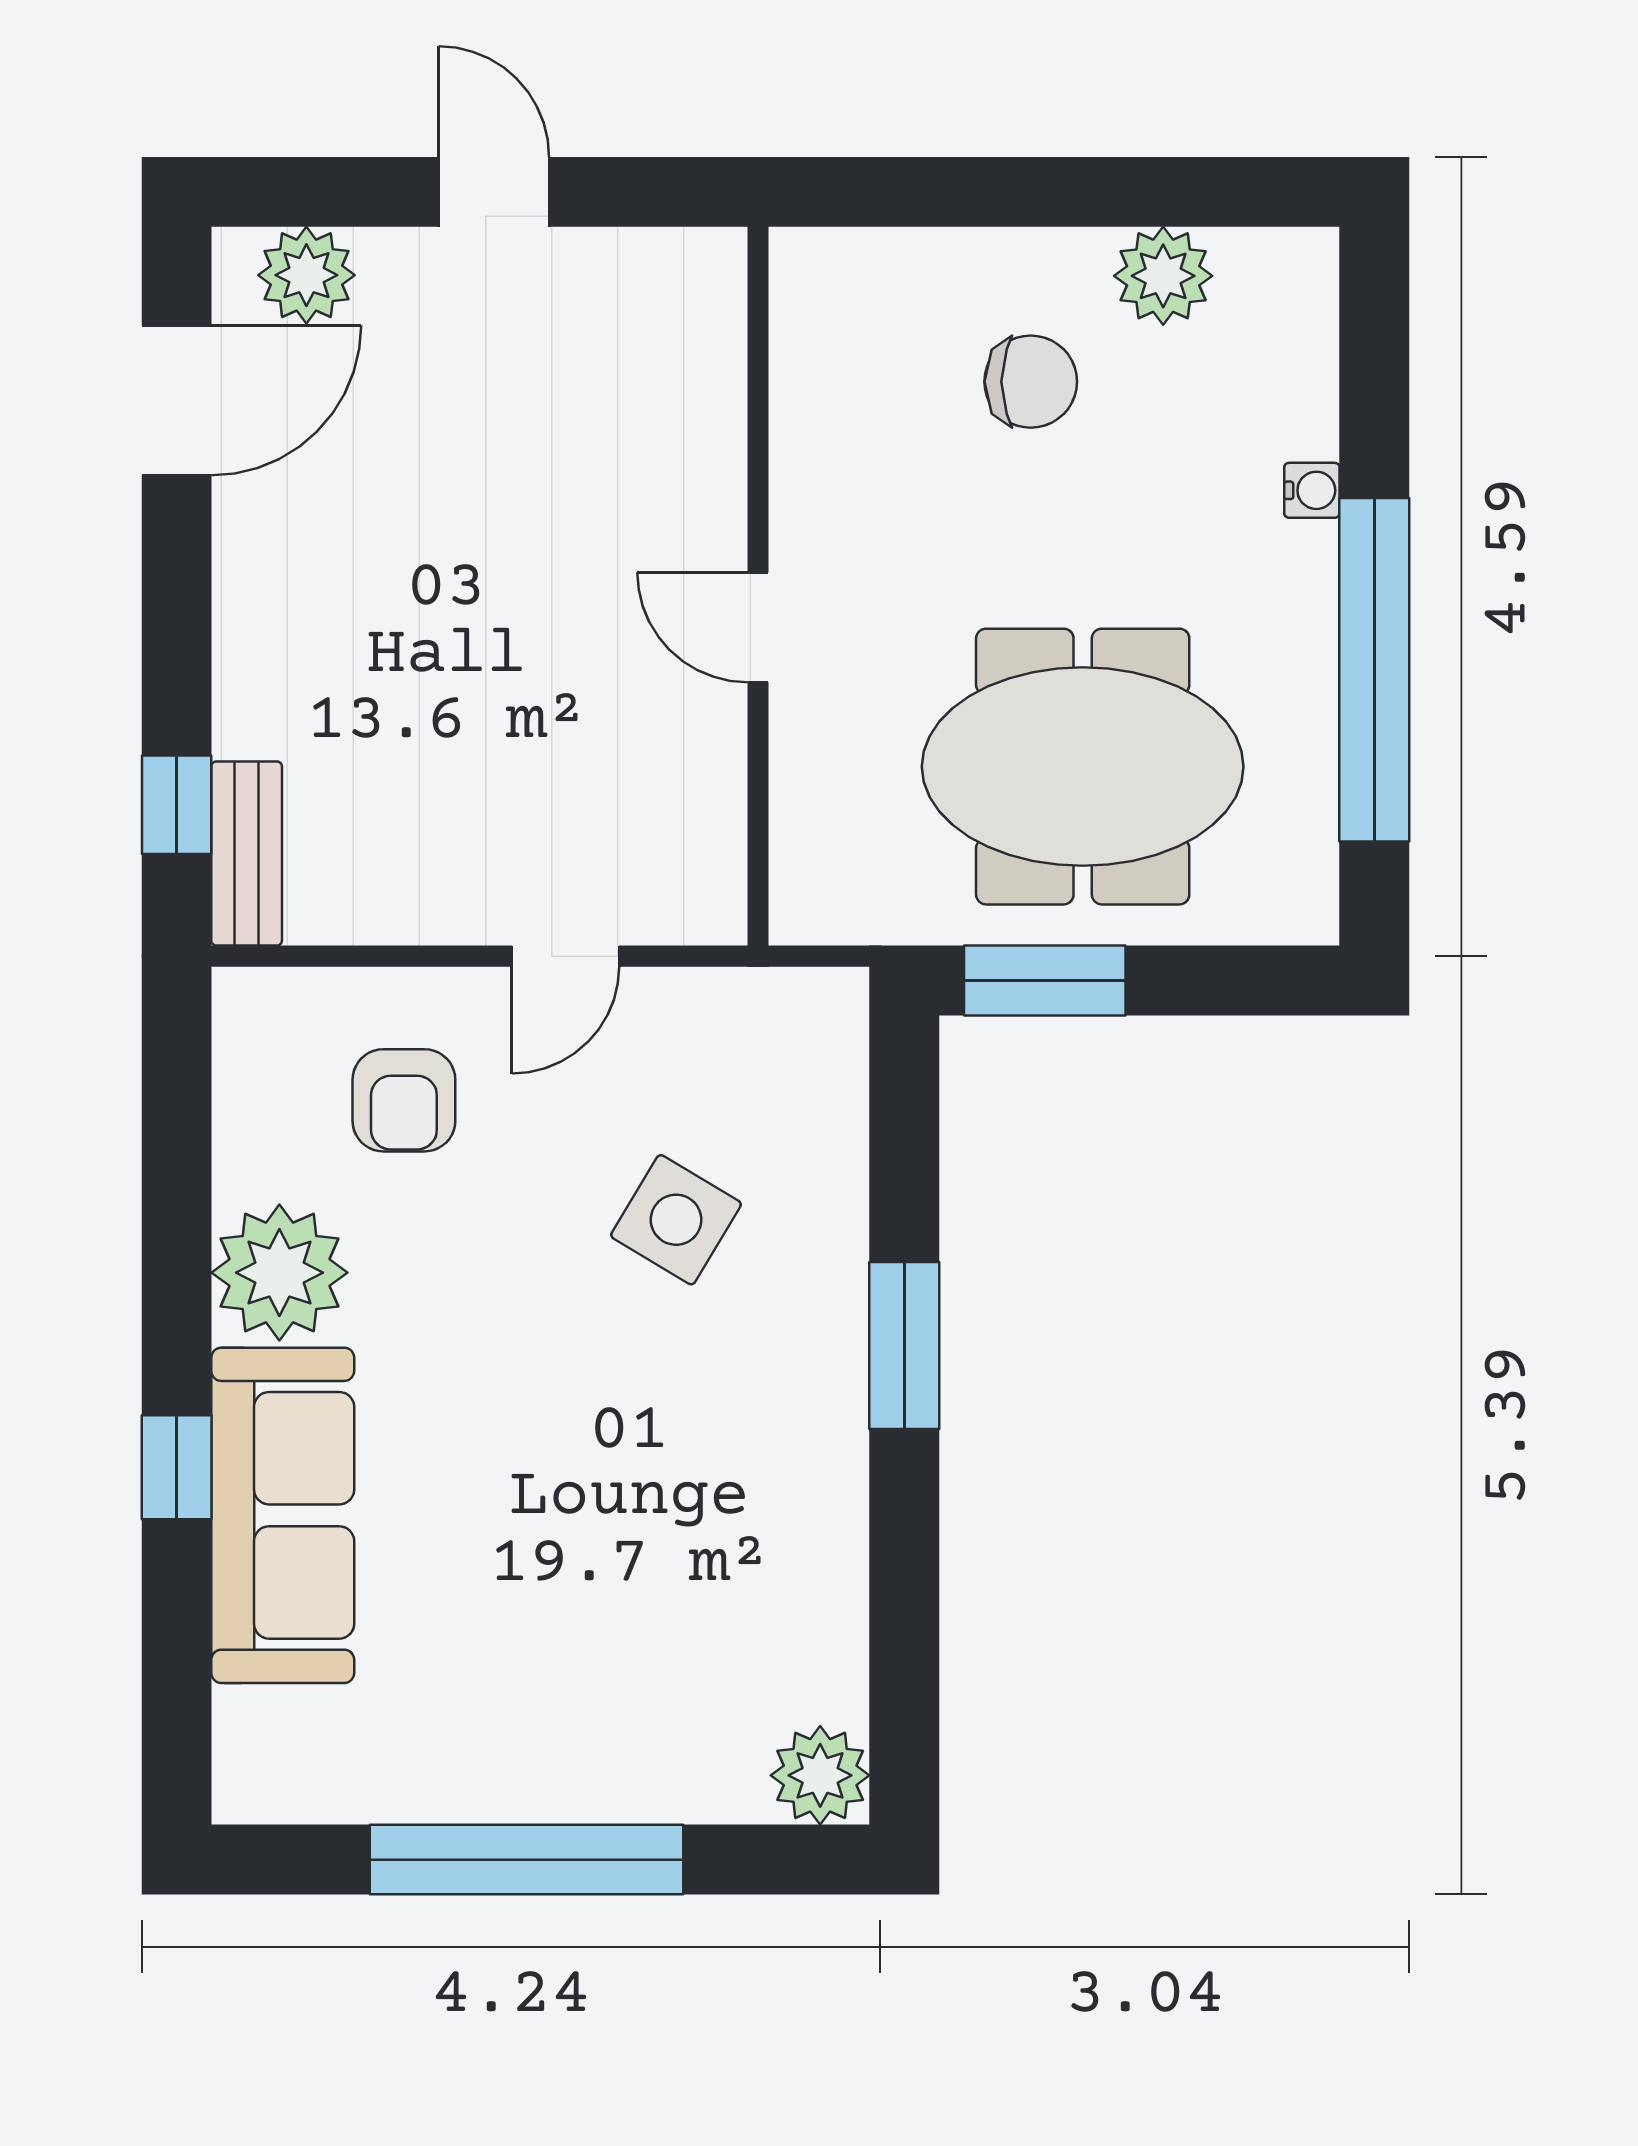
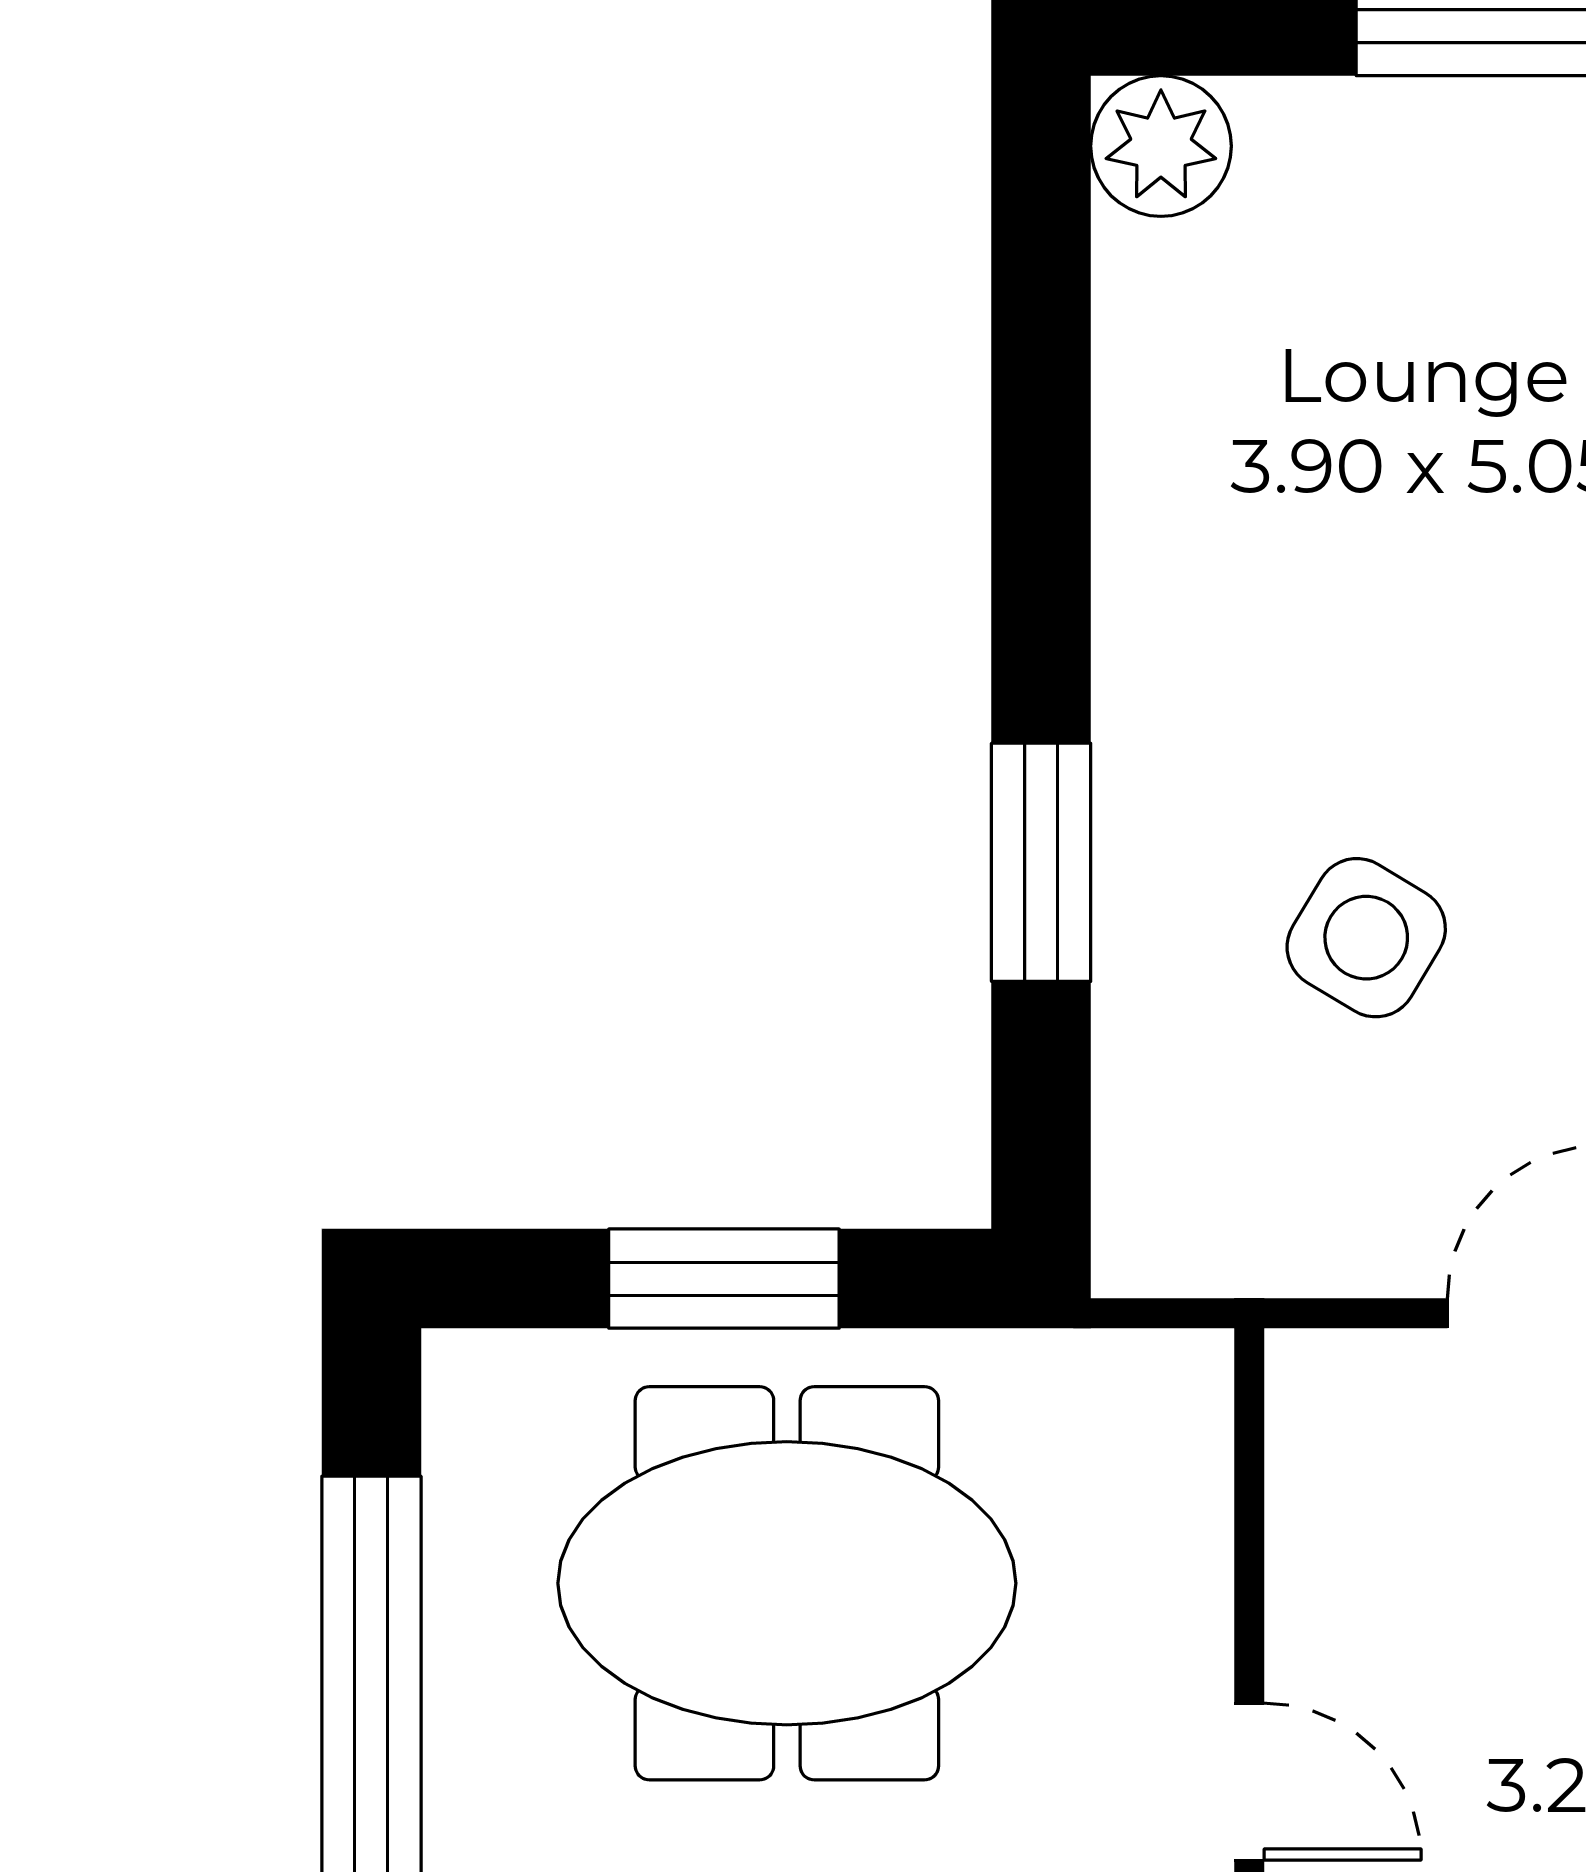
window: (1045, 980) -> (724, 1279), moved
window: (904, 1345) -> (1041, 862), moved

